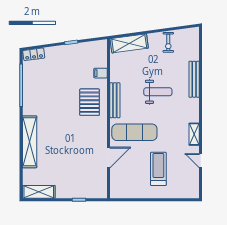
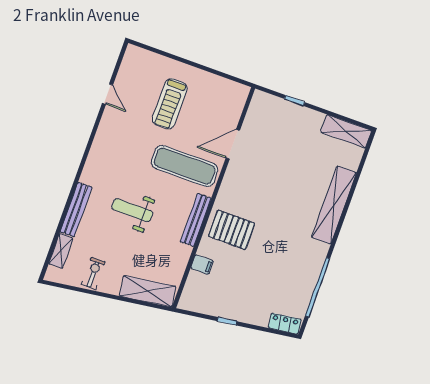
pallet: (90, 102) -> (232, 230), turned 90
shelving: (194, 134) -> (61, 251), moved

